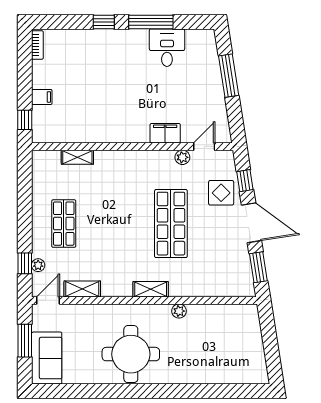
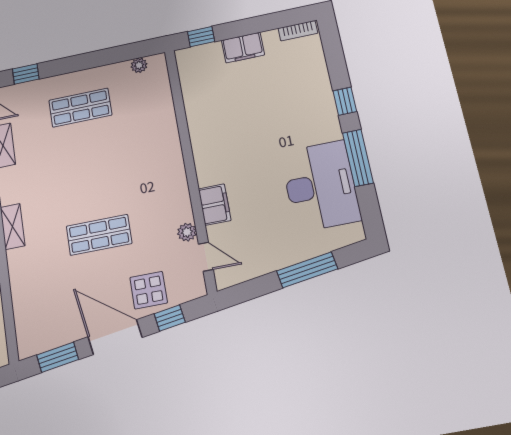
desk: (167, 48) -> (320, 186), width x1.87, depth x1.30
filing cabinet: (42, 97) -> (243, 48), width x2.00
shelving: (77, 157) -> (165, 106), removed
door: (252, 223) -> (115, 337), swing flipped
shop shelf: (171, 224) -> (99, 235), width x0.70, depth x0.74
plant: (38, 265) -> (139, 65), moved

